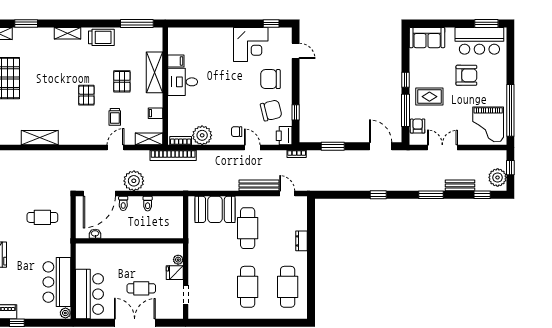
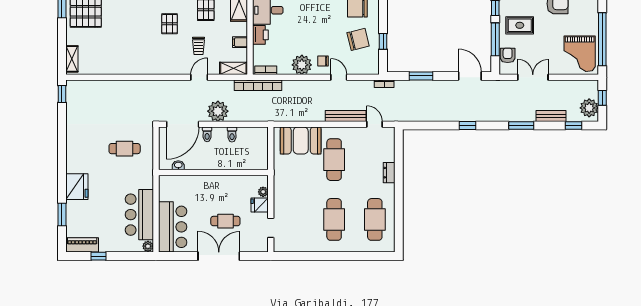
plant: (202, 135) -> (302, 65), moved
printer: (284, 136) -> (260, 35), moved, turned 180
shelving: (40, 138) -> (122, 67), removed

